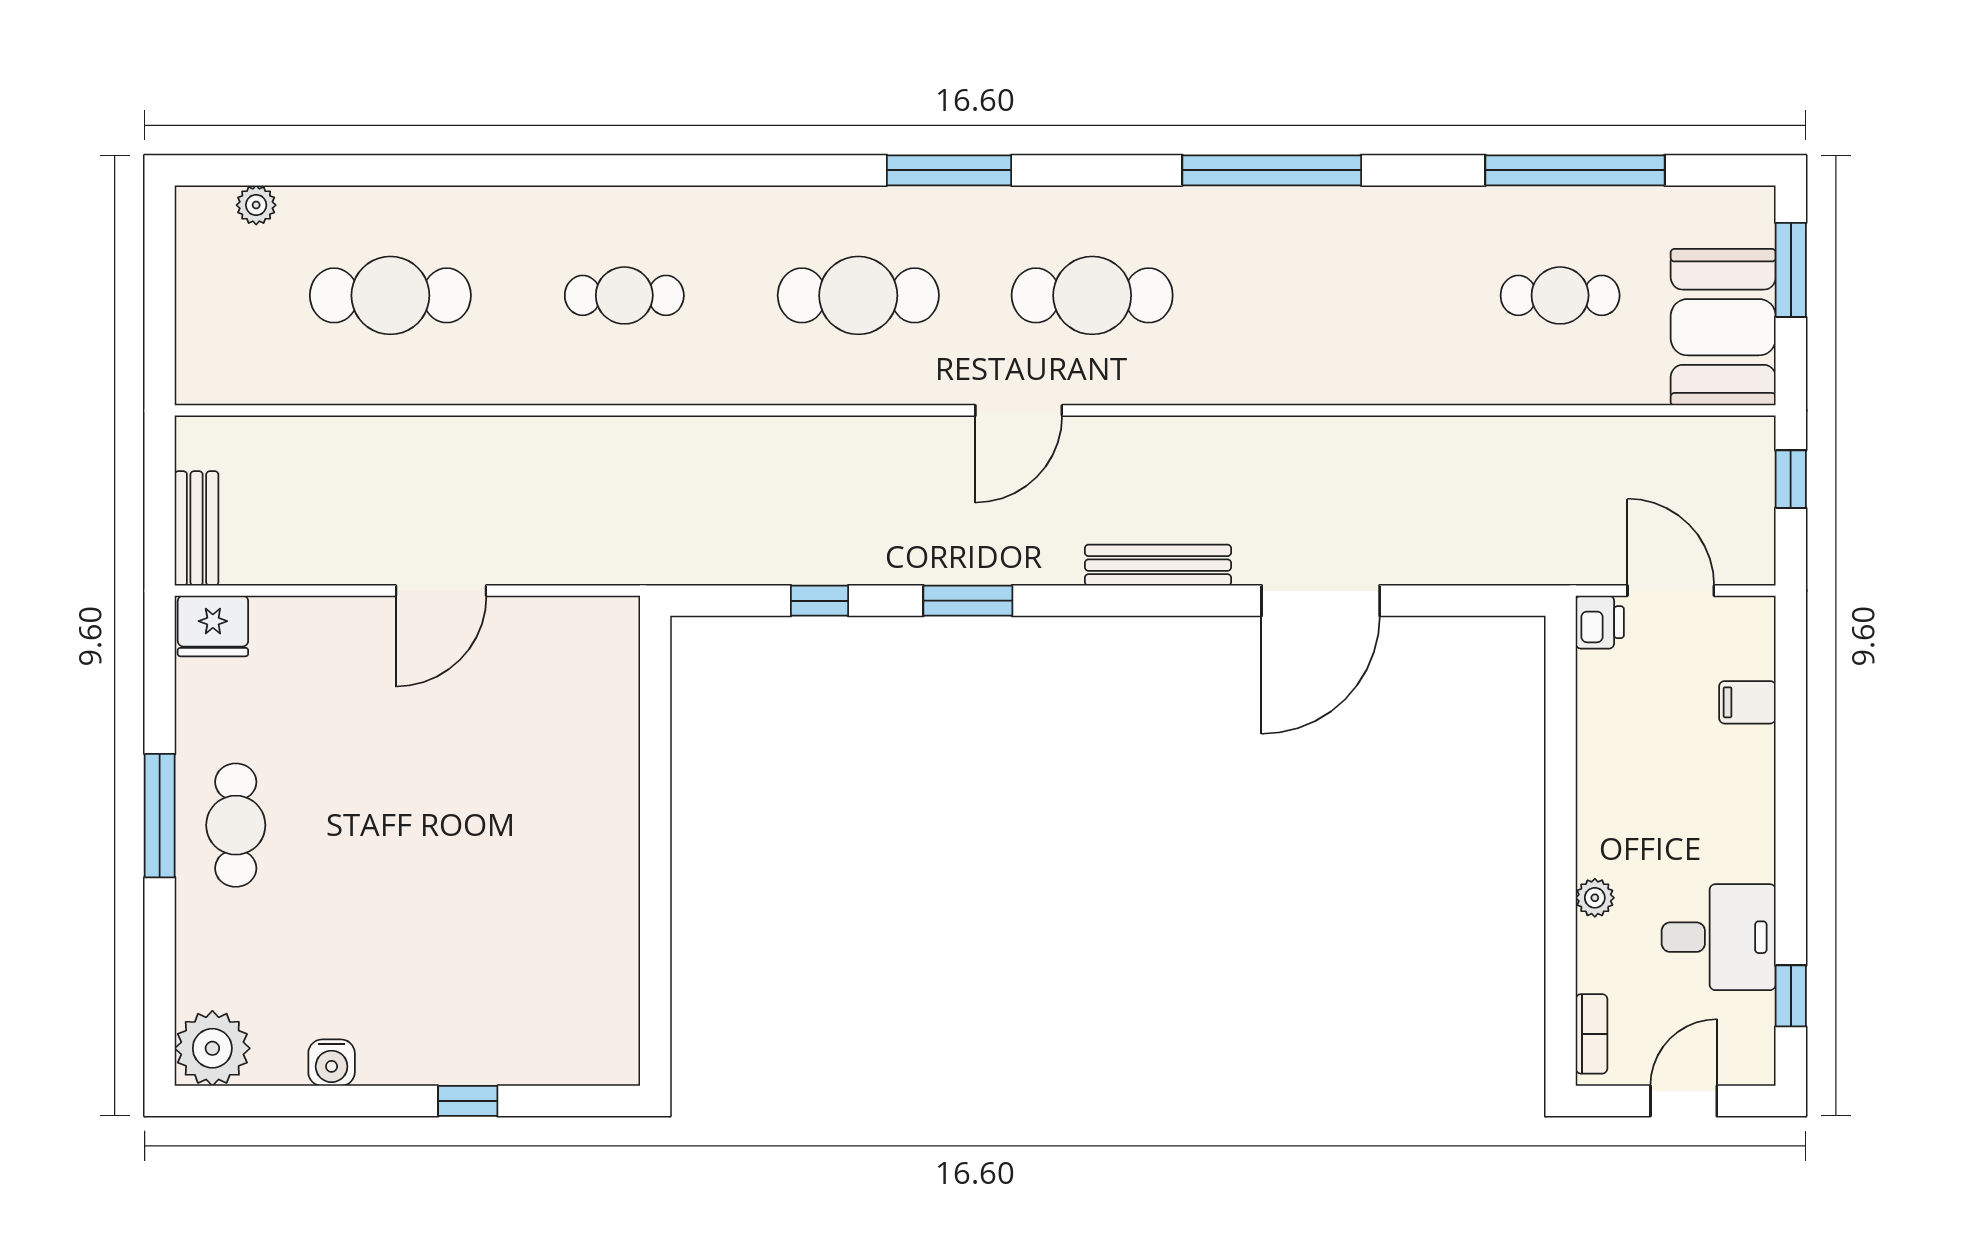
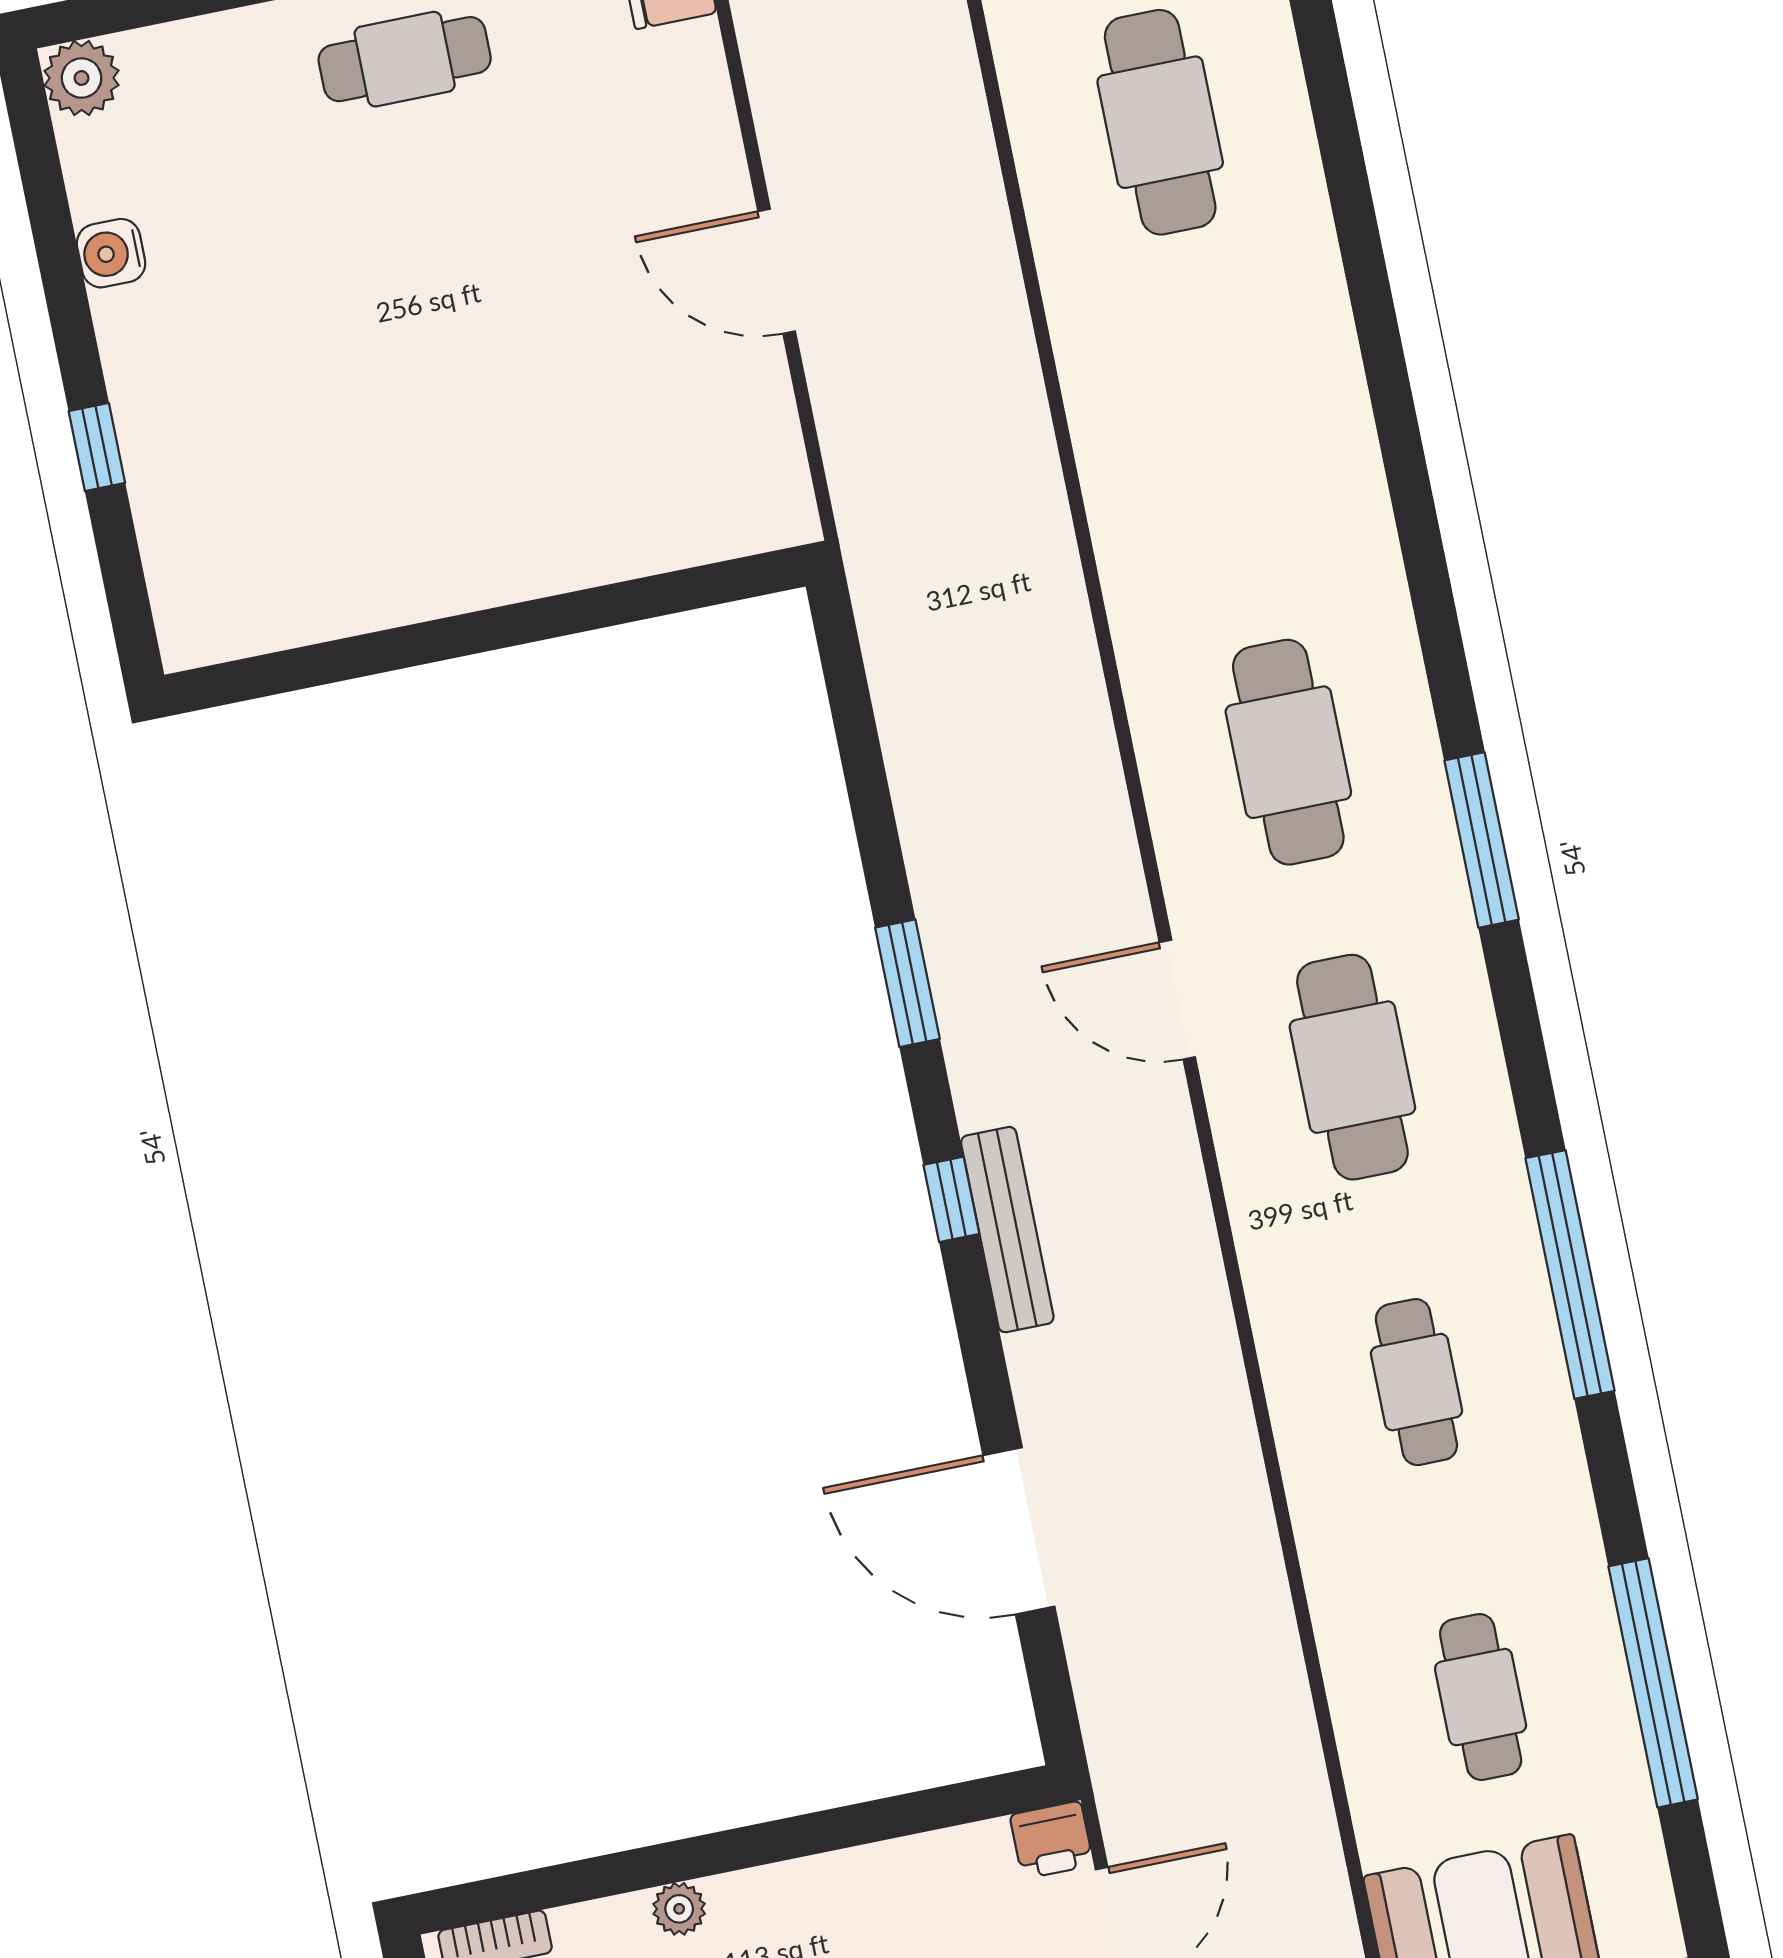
cafe table: (624, 295) -> (1416, 1382), moved
window: (819, 601) -> (951, 1199), moved
door: (1321, 601) -> (1019, 1531), moved
plant: (212, 1048) -> (82, 78), width x0.73, depth x0.73

